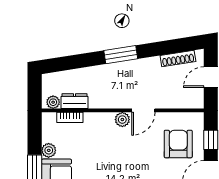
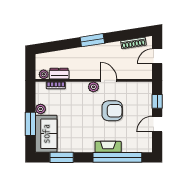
door: (143, 110) -> (109, 80), swing flipped
armchair: (178, 144) -> (112, 111), moved, turned 90

